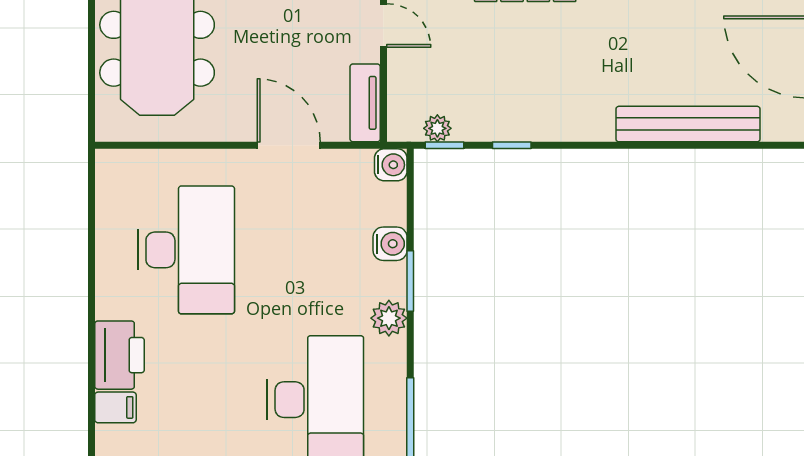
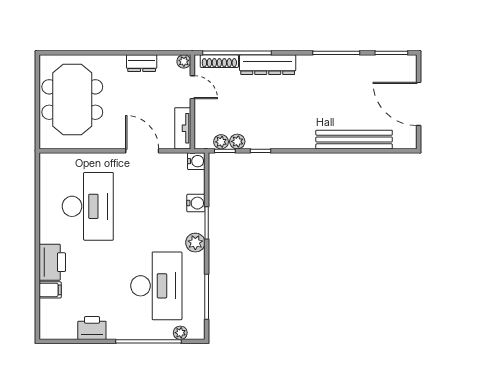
plant: (468, 128) -> (237, 141), added

